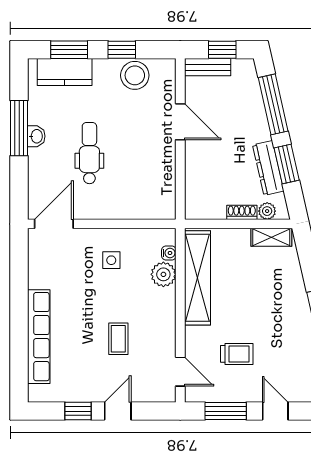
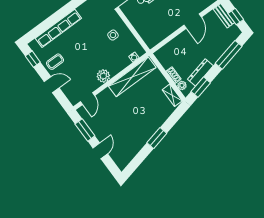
window: (287, 164) -> (201, 87), moved
plant: (163, 274) -> (103, 76), moved
coffee table: (118, 339) -> (55, 62), moved
trolley: (237, 354) -> (112, 117), removed
window: (78, 411) -> (33, 59), moved

